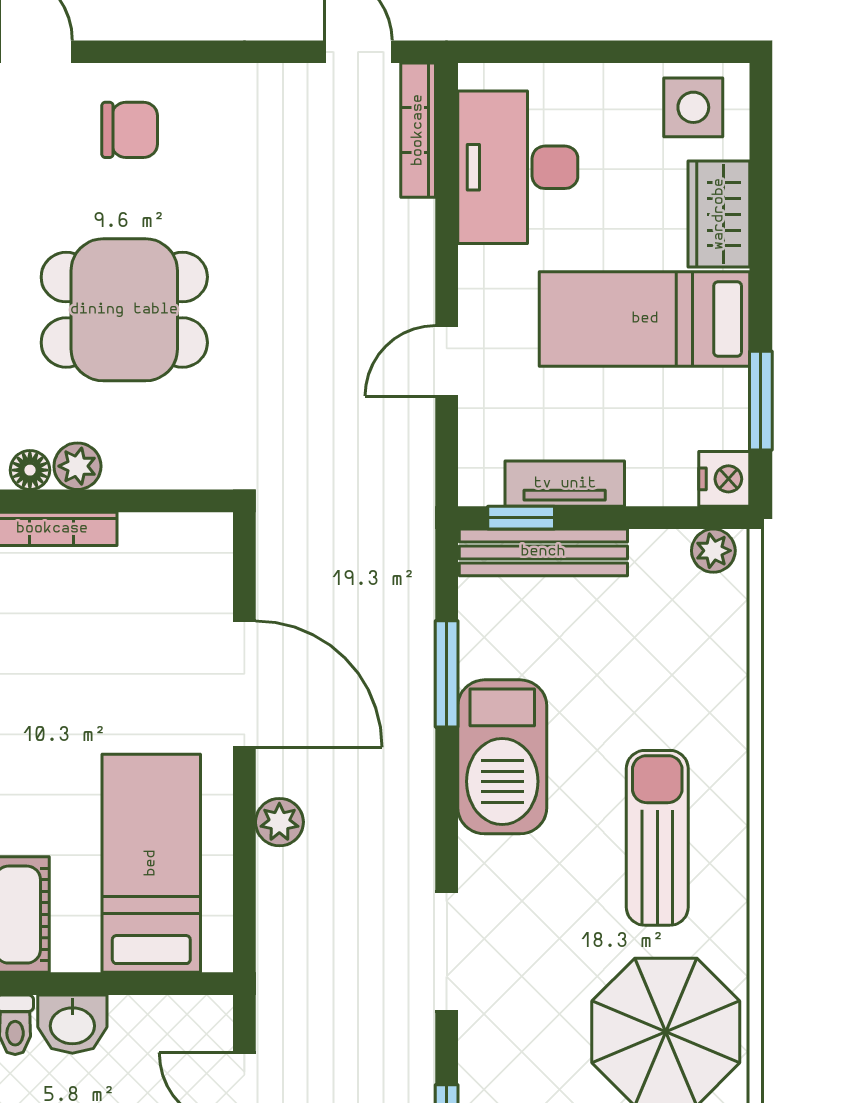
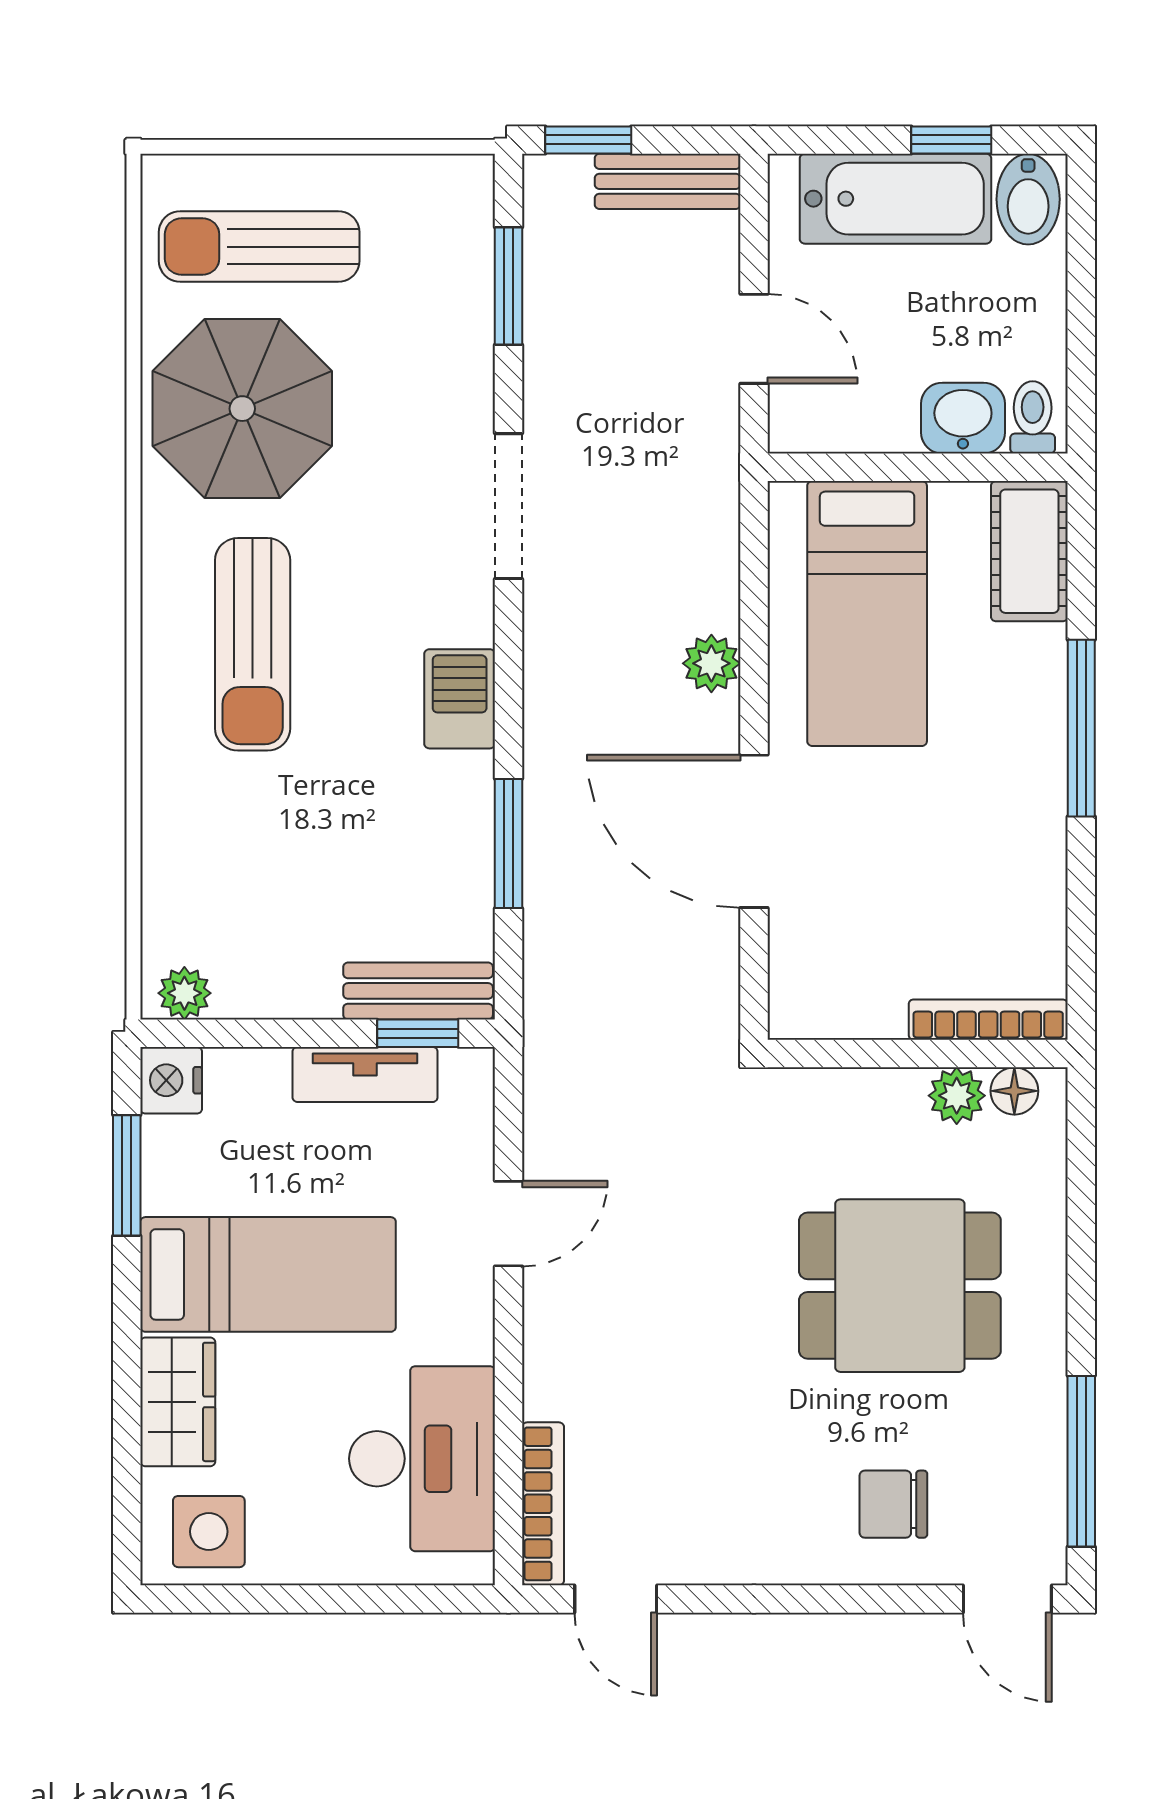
bench: (543, 552) -> (418, 991), width x0.73
barbecue: (502, 757) -> (460, 699), width x0.53, depth x0.65

